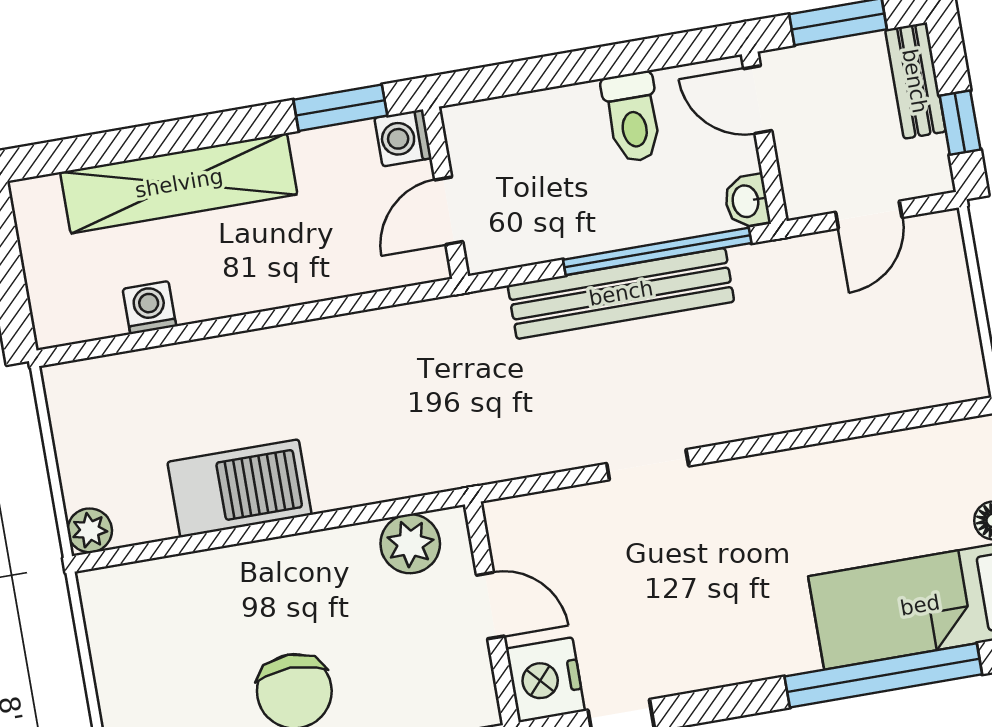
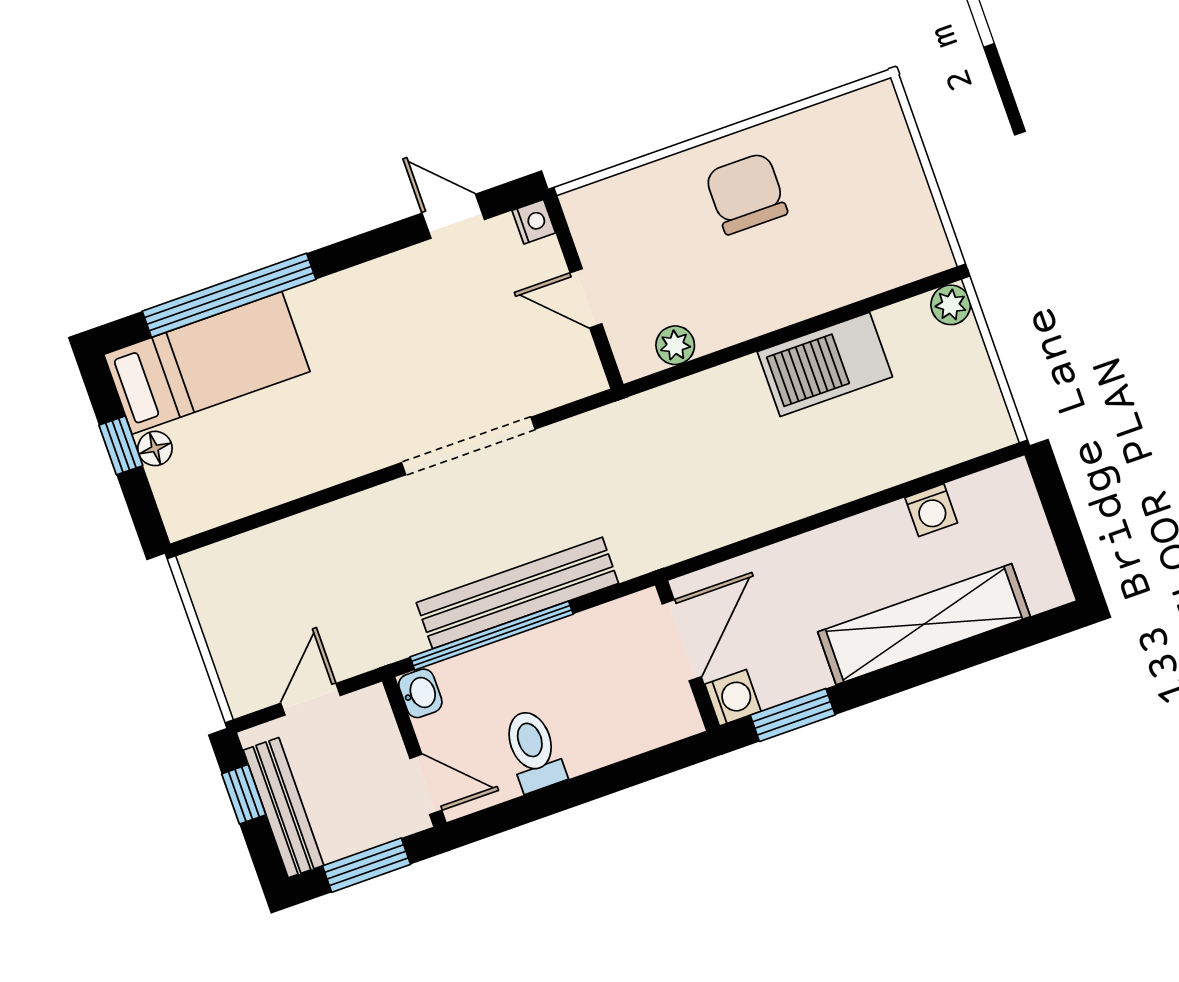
bench: (915, 81) -> (283, 808), width x1.36
door: (449, 211) -> (682, 640), width x1.38
doorway: (648, 465) -> (468, 446), width x1.88
plant: (410, 544) -> (675, 345), width x0.73, depth x0.73
nightstand: (545, 680) -> (534, 222), width x0.53, depth x0.56

